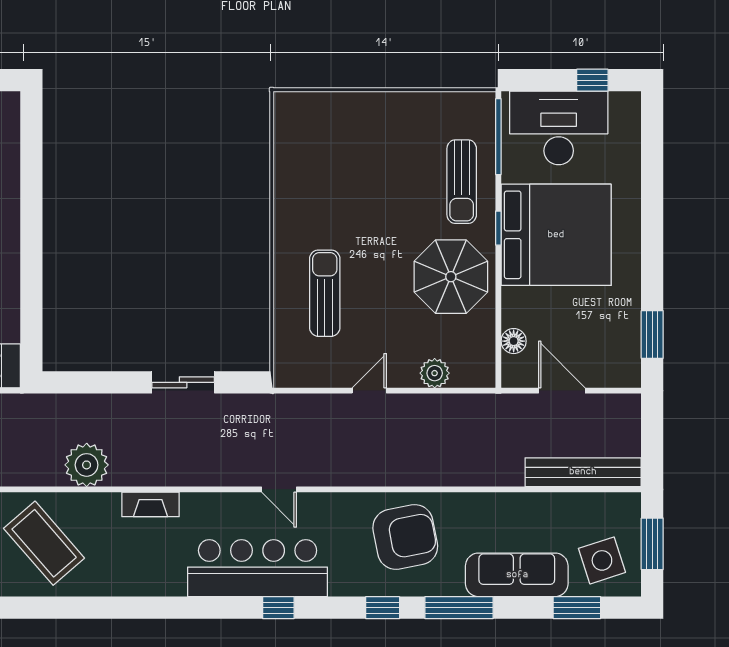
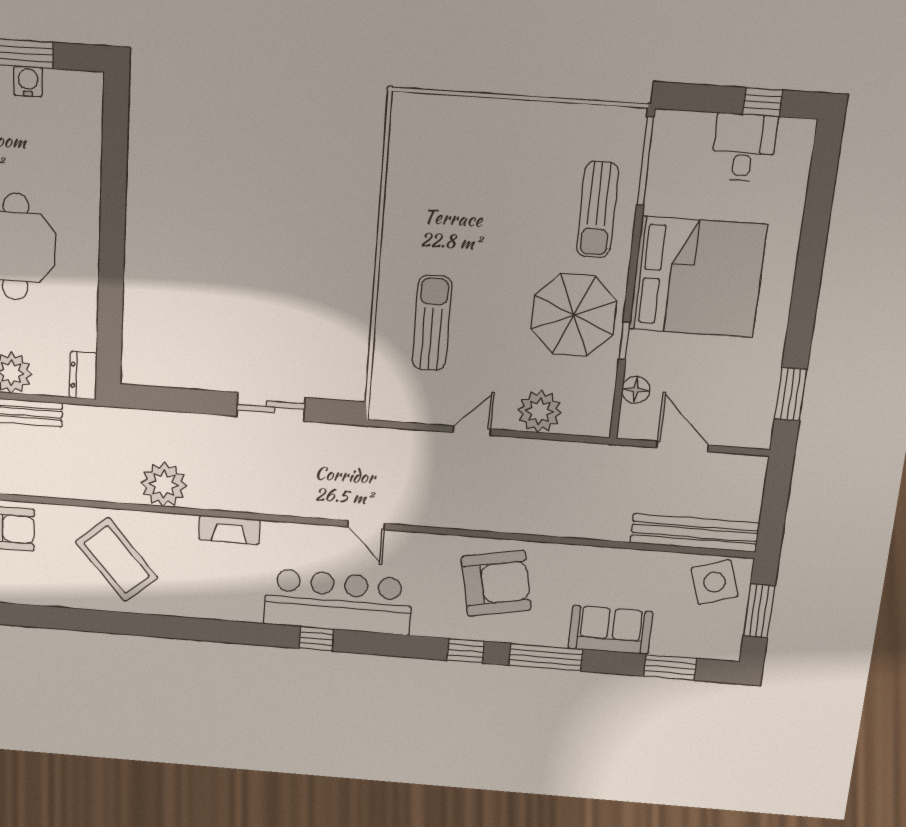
desk: (559, 128) -> (744, 148), width x0.53, depth x0.77
window: (498, 228) -> (624, 341), moved
plant: (435, 373) -> (540, 411), width x1.36, depth x1.36
side table: (602, 560) -> (714, 582), moved
sofa: (517, 575) -> (610, 630), width x0.73
window: (278, 608) -> (316, 639), moved

